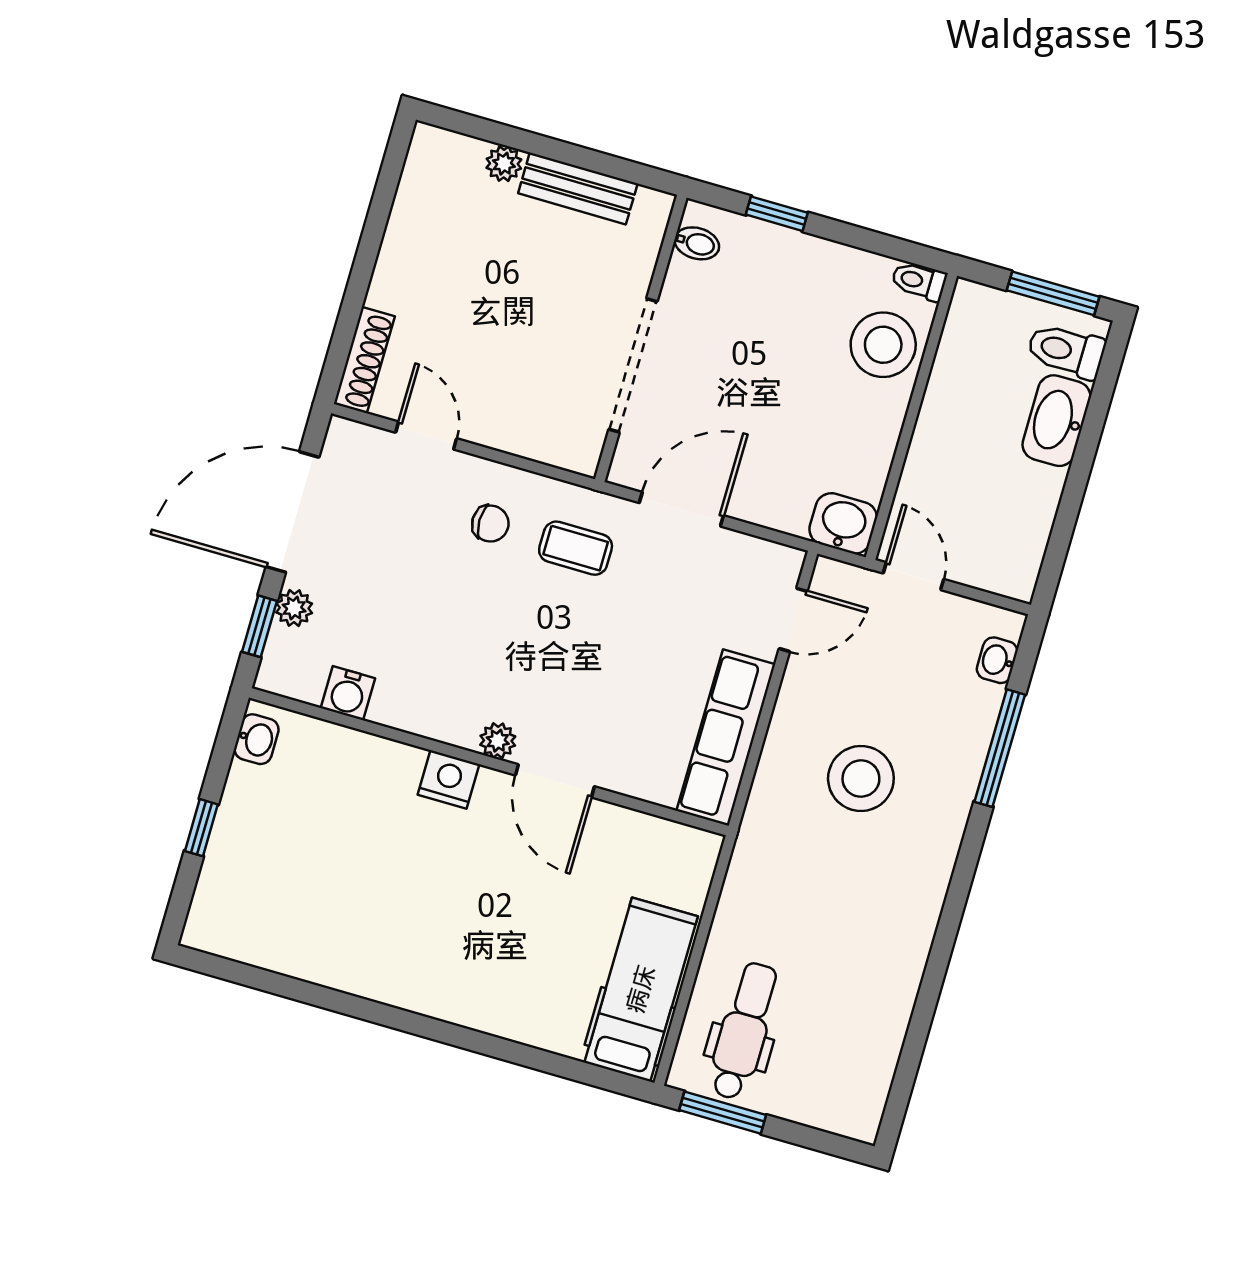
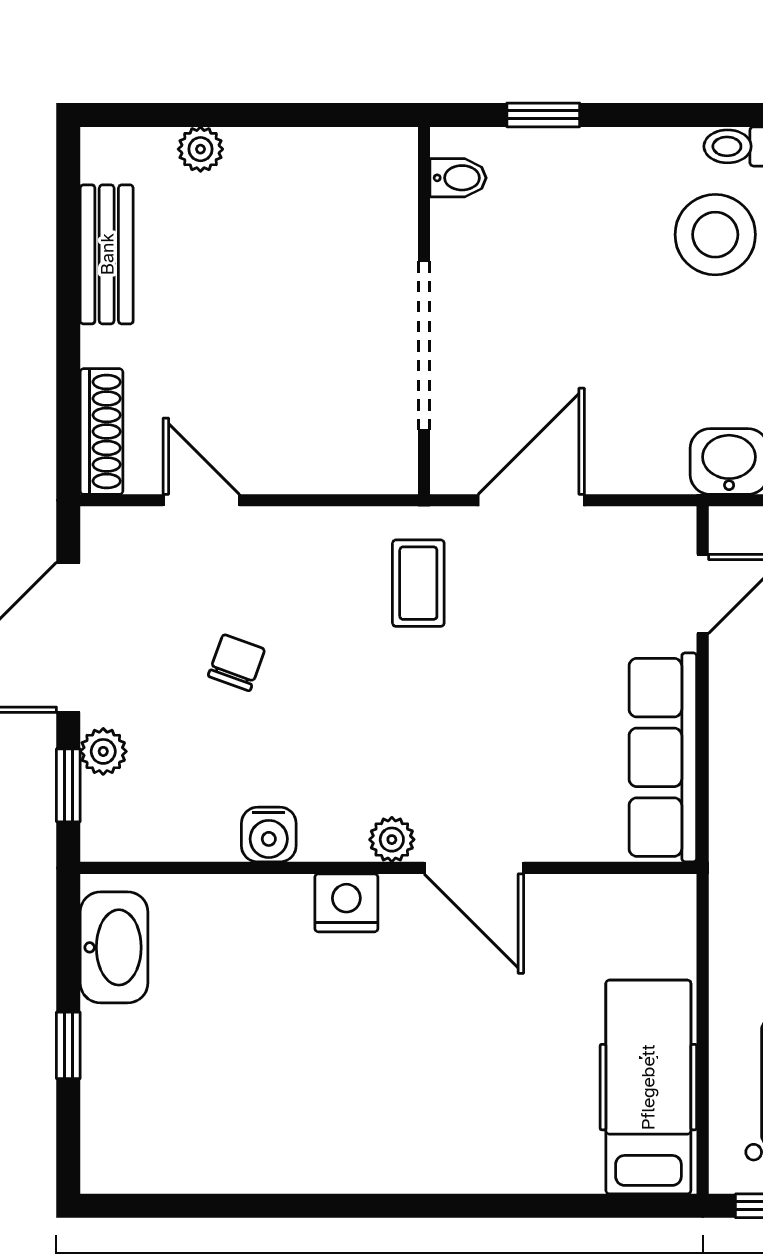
bench: (578, 188) -> (107, 254), moved, turned 90
chair: (490, 524) -> (236, 663), moved, turned -70
coffee table: (576, 548) -> (418, 583), turned 90
water cooler: (348, 693) -> (269, 835), moved
washbasin: (257, 739) -> (114, 947), width x1.91, depth x1.45

